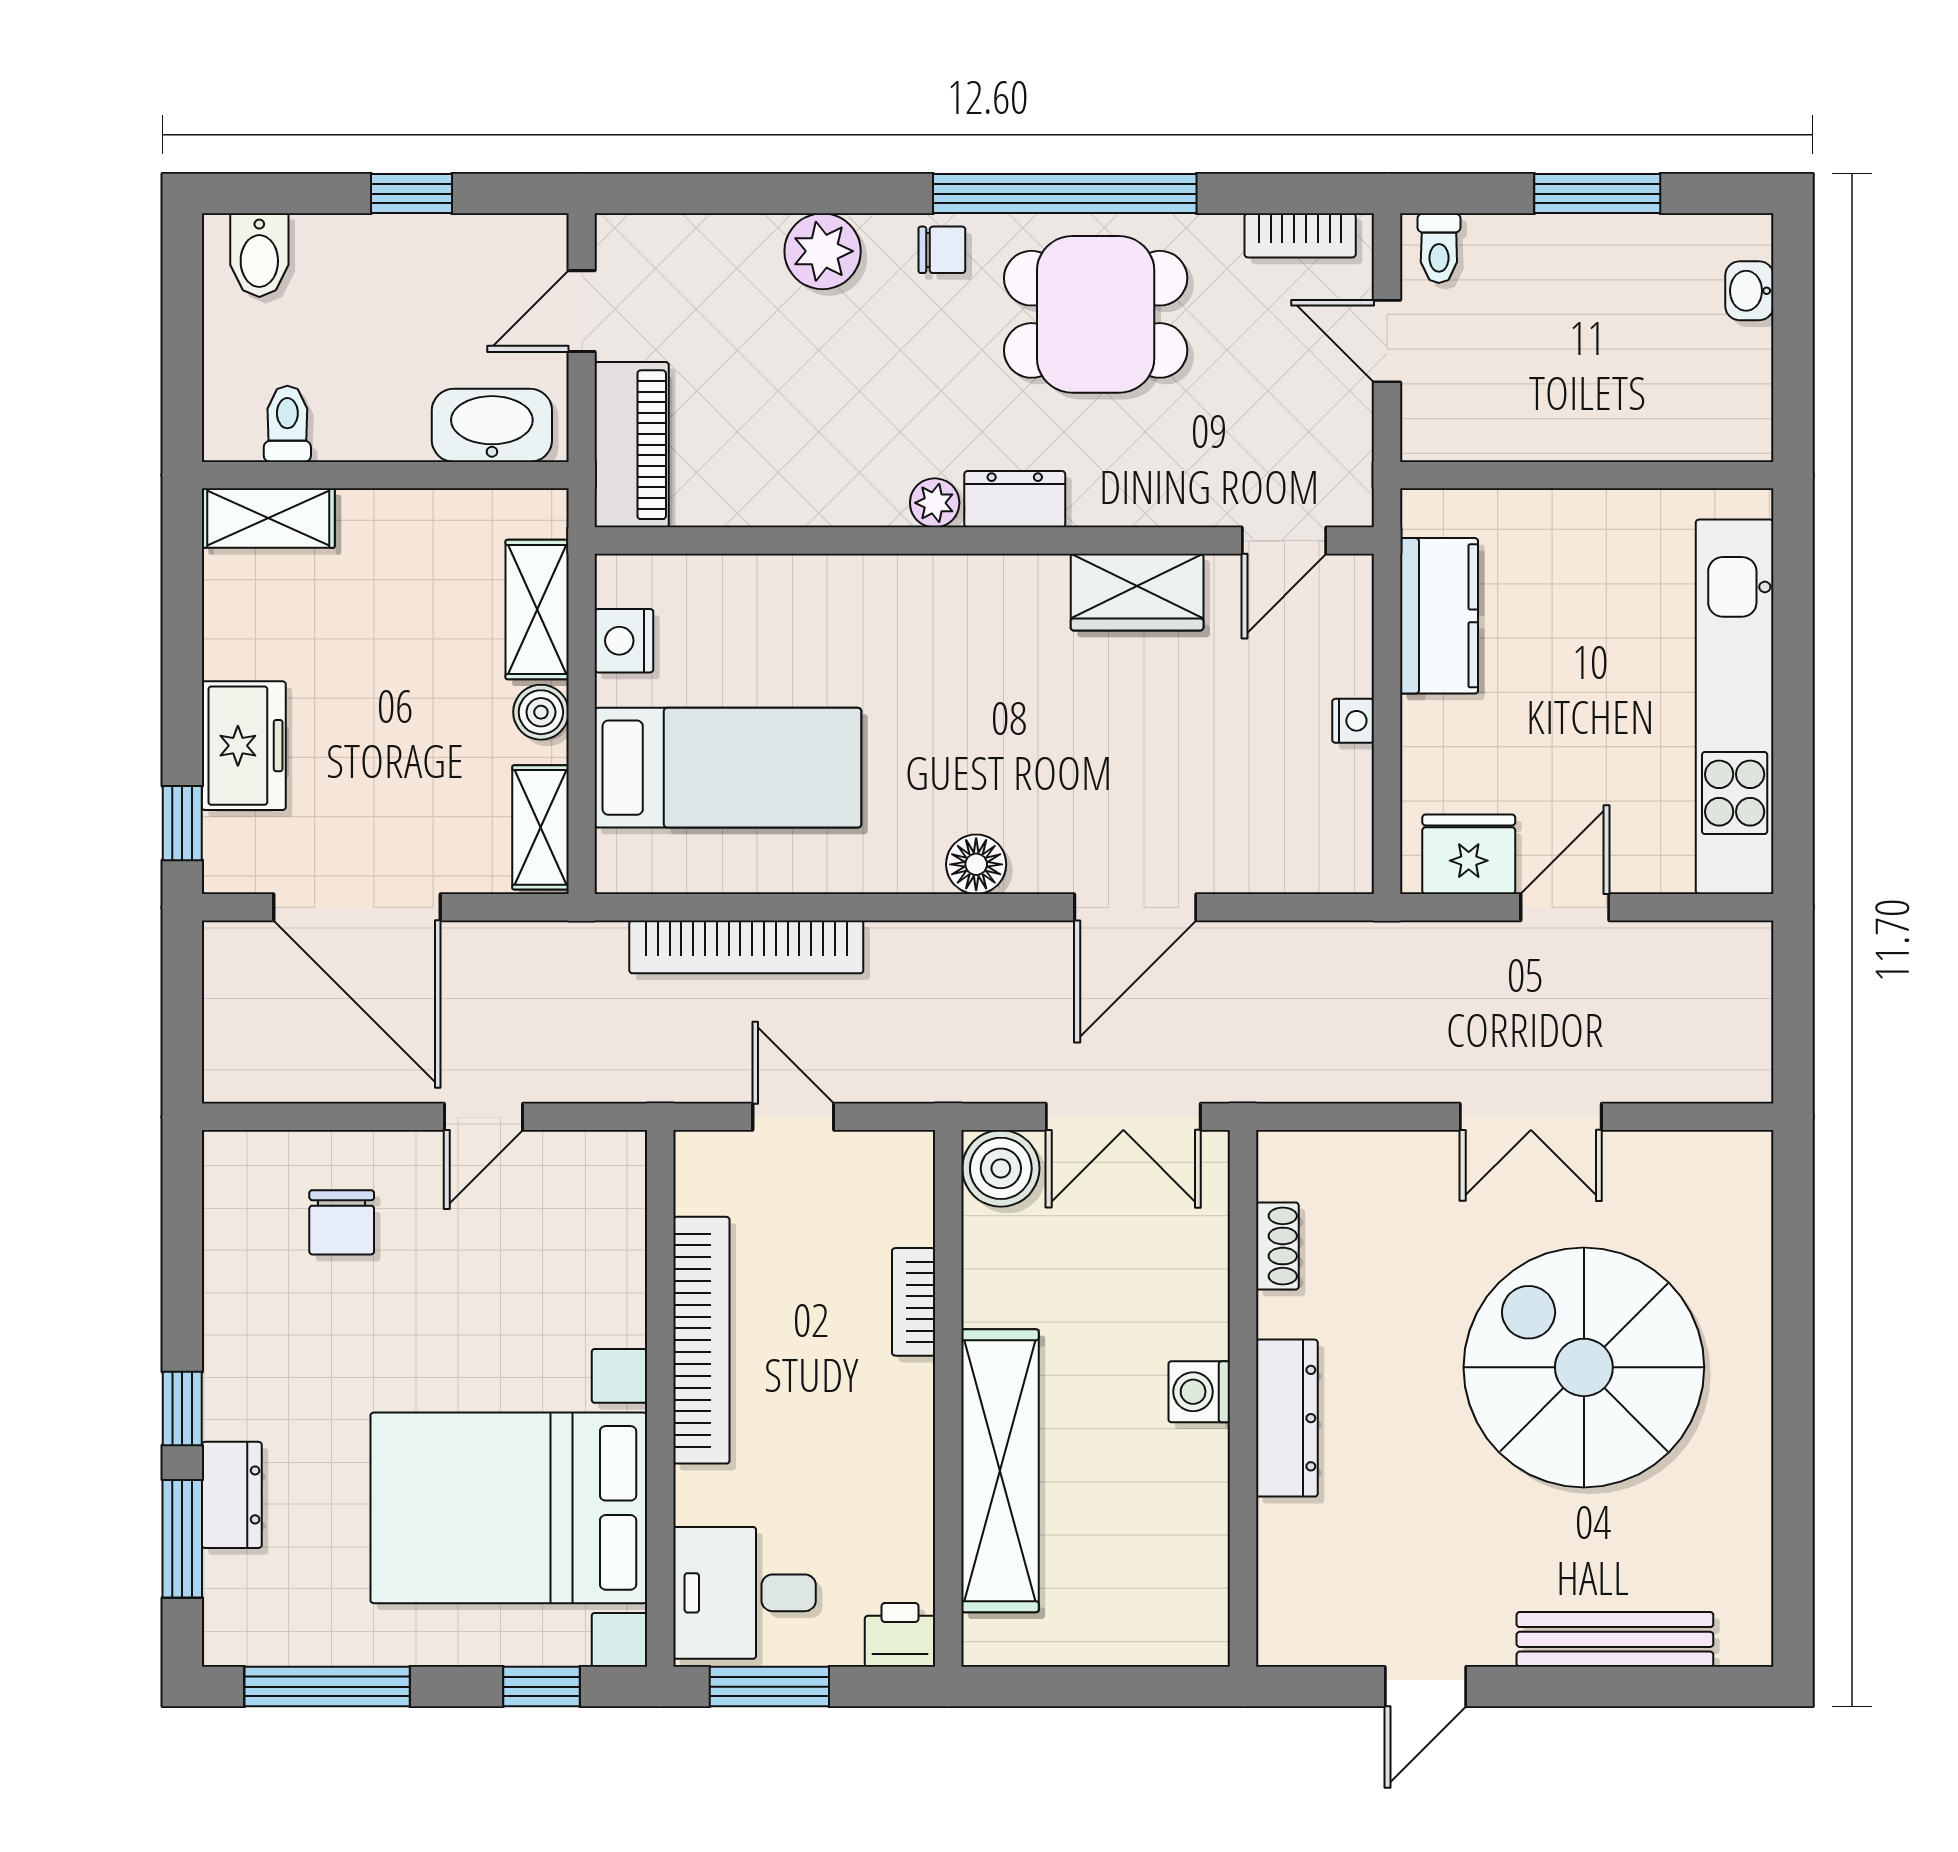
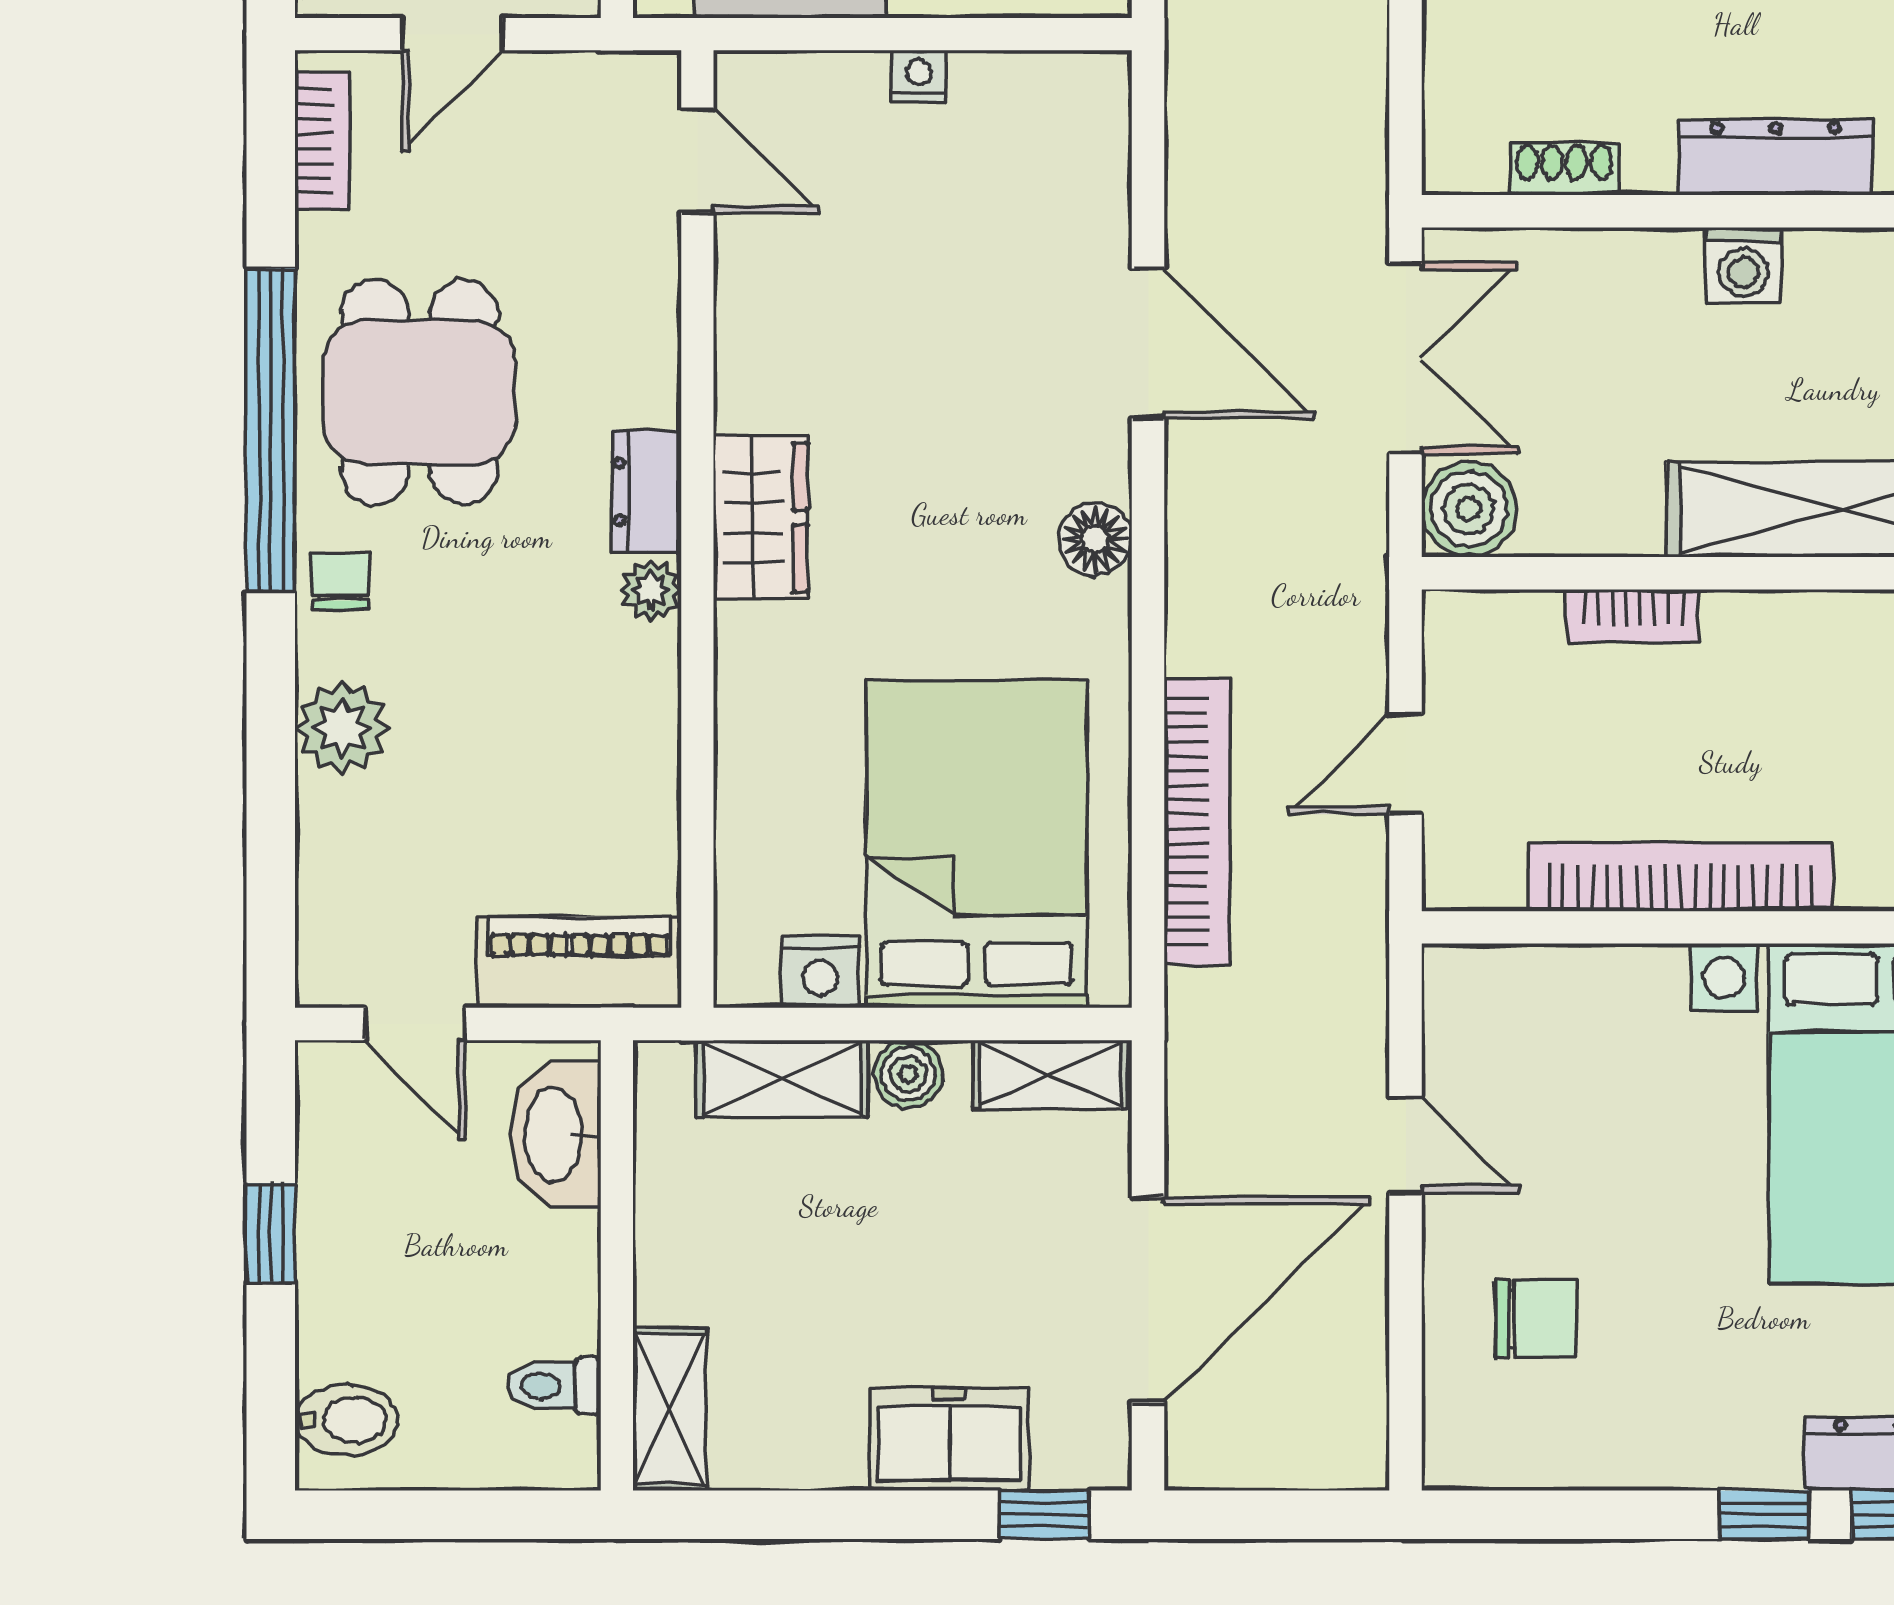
wardrobe: (1137, 592) -> (761, 517), moved
bed: (728, 768) -> (976, 844), width x1.50

